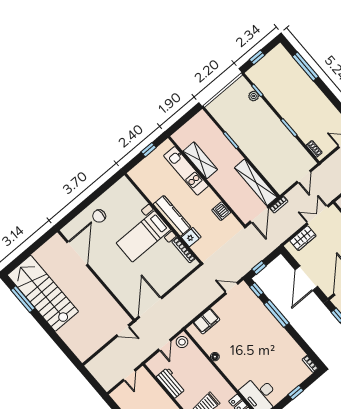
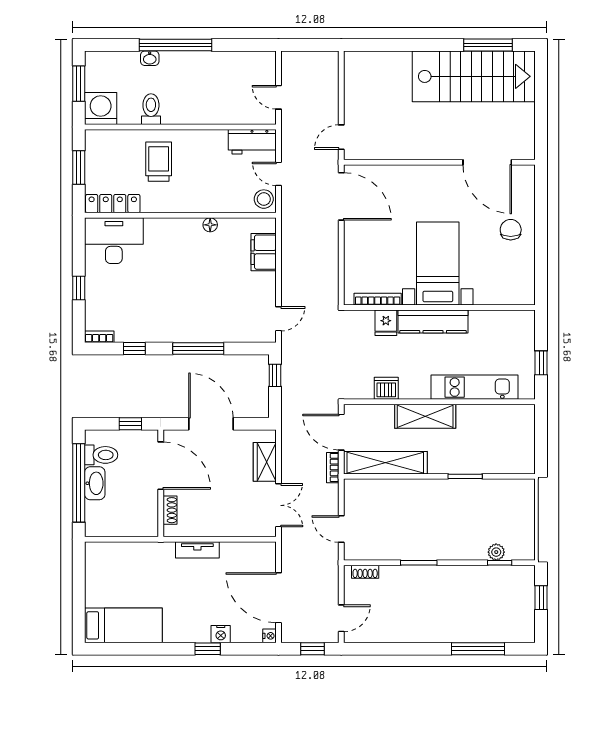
shelving: (200, 160) -> (425, 416), moved
window: (256, 290) -> (134, 348), moved
workbench: (171, 383) -> (252, 142), moved

